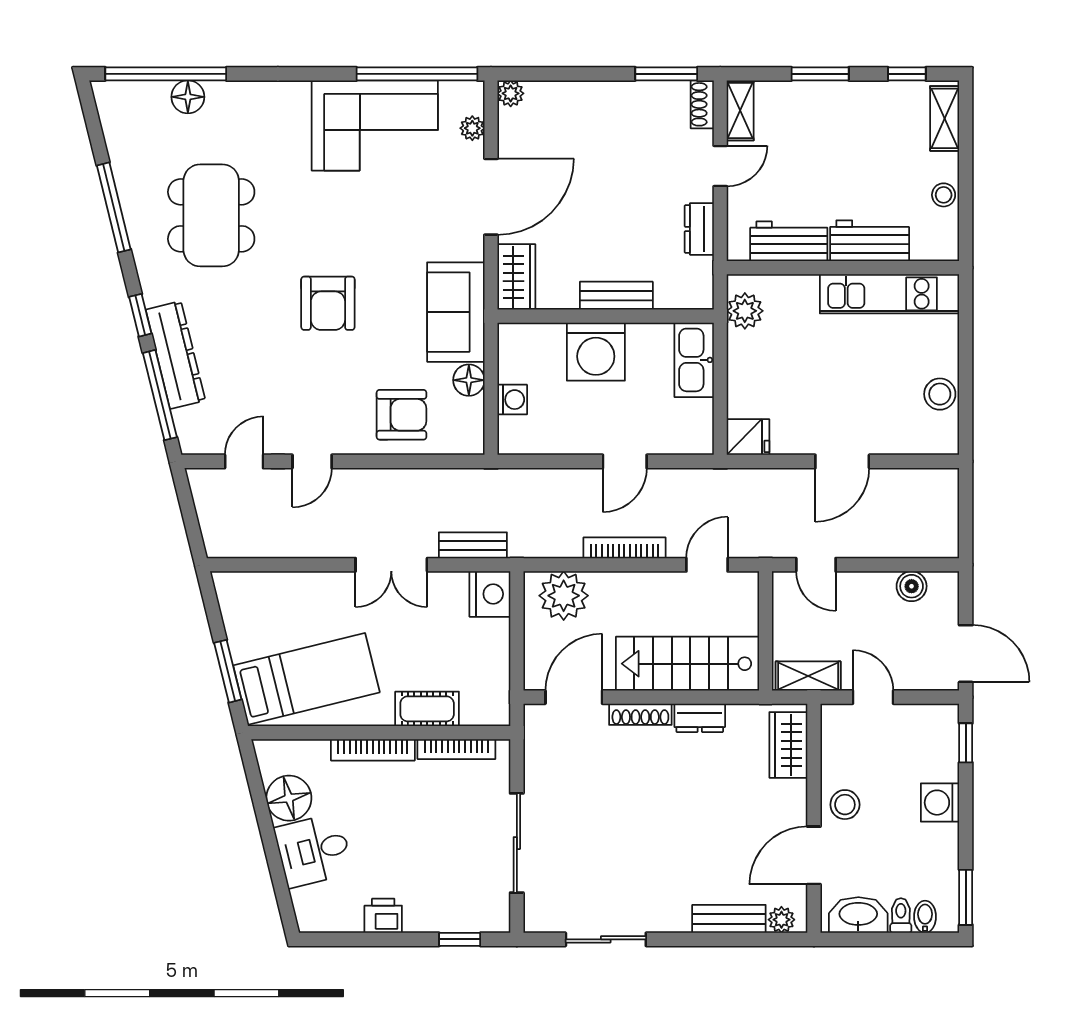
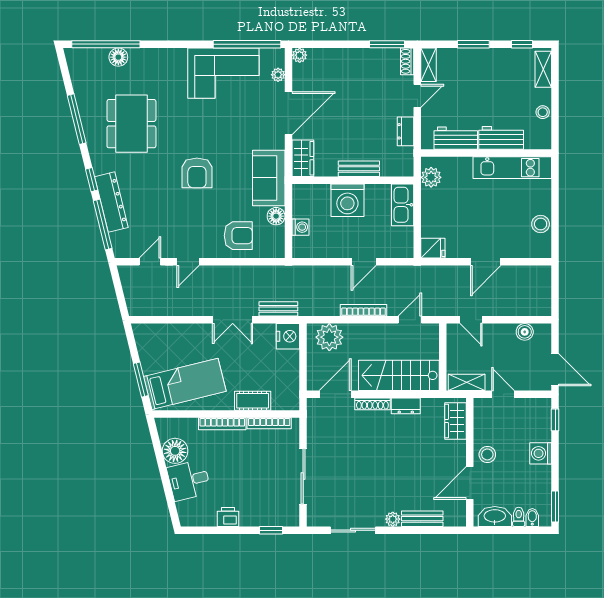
plant: (781, 920) -> (393, 519), moved

